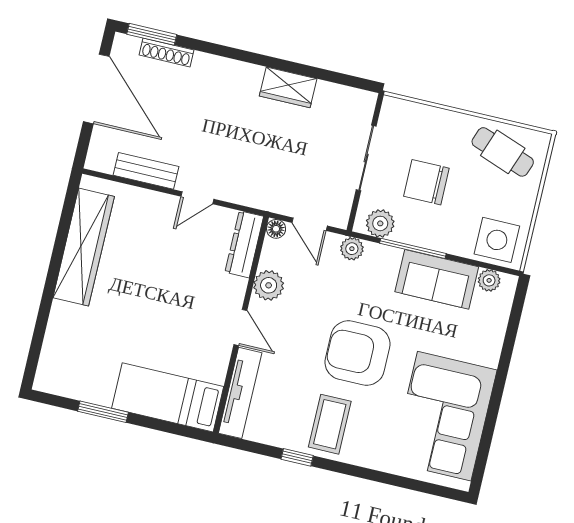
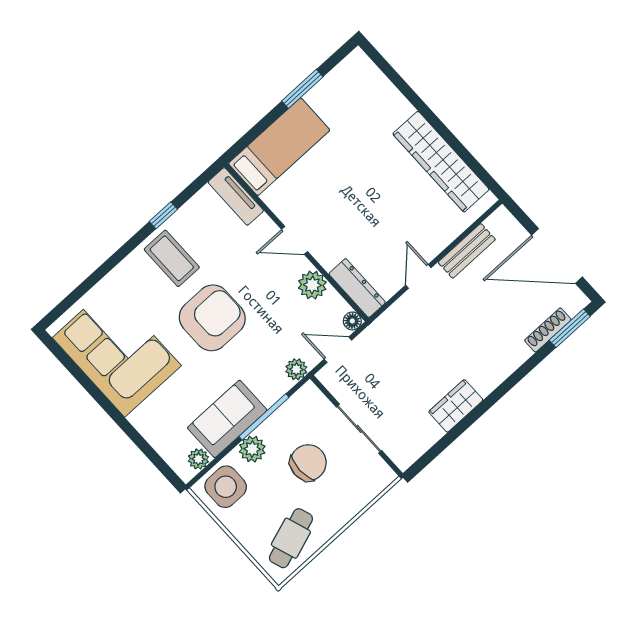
cafe table: (503, 152) -> (291, 538), turned -39
plant: (380, 223) -> (252, 449), moved
tv unit: (240, 393) -> (236, 196), width x0.71

